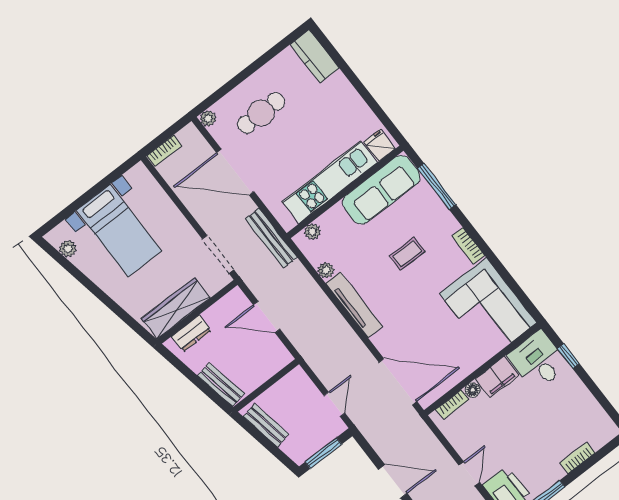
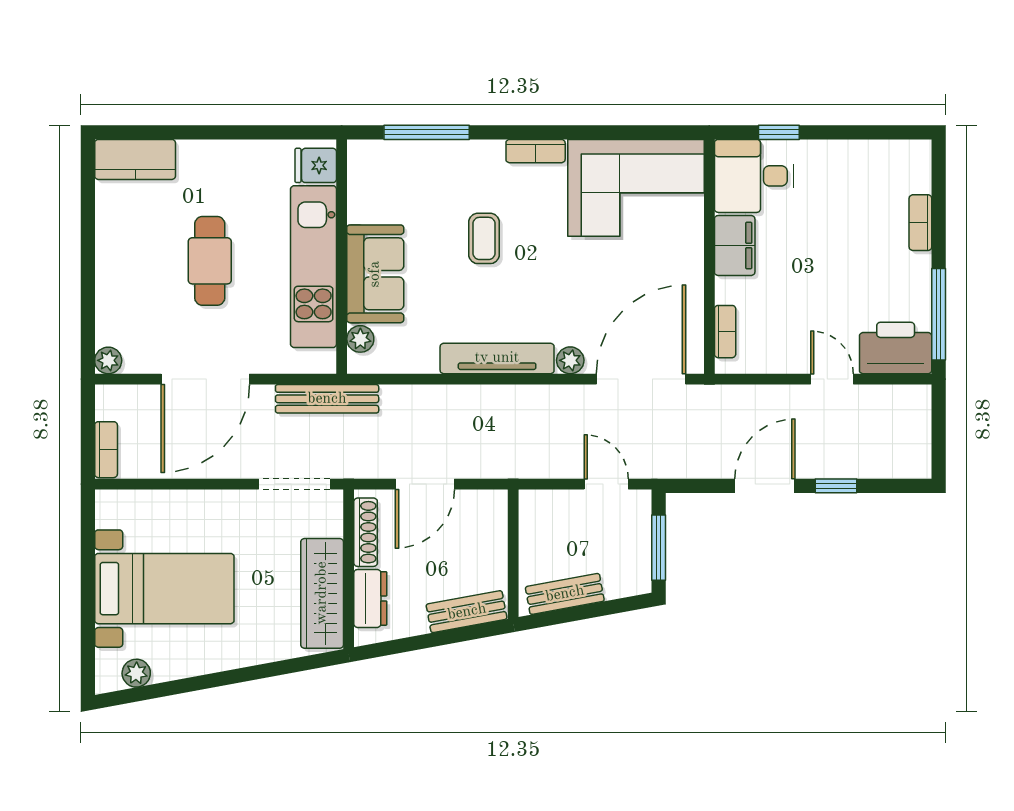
cafe table: (261, 113) -> (210, 261), moved
sofa: (381, 190) -> (375, 274), moved, width x0.73
plant: (326, 270) -> (570, 360), moved
shoe rack: (221, 306) -> (366, 532), added
floor lamp: (473, 390) -> (727, 290), removed

